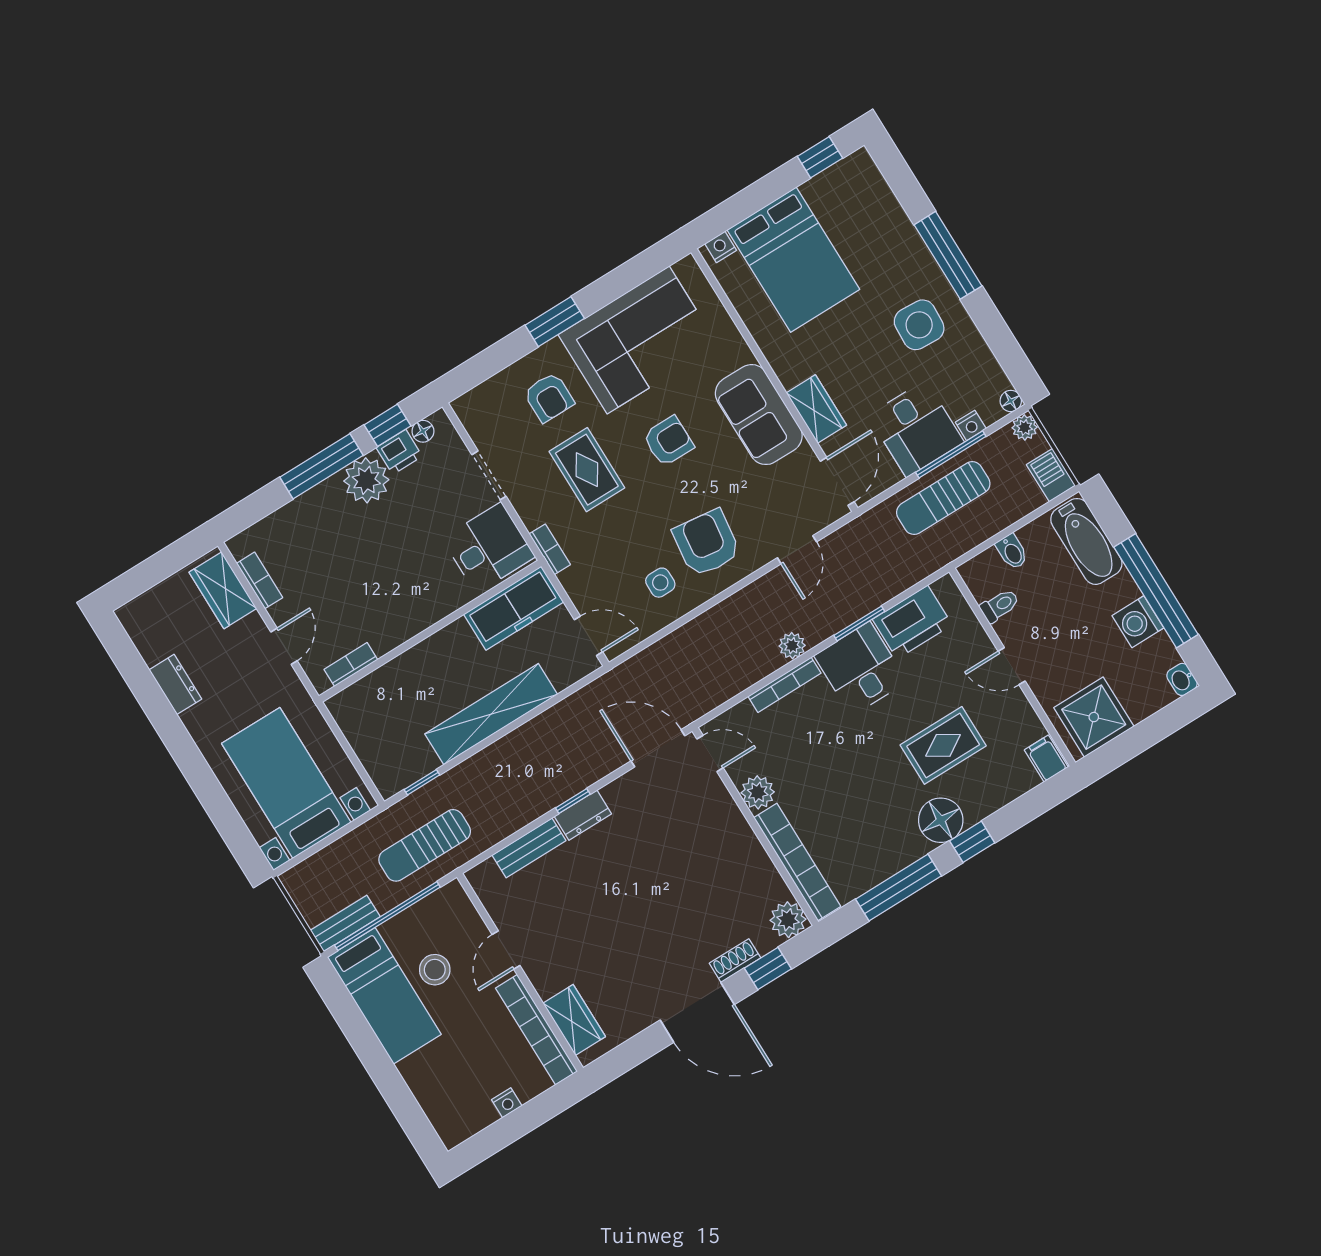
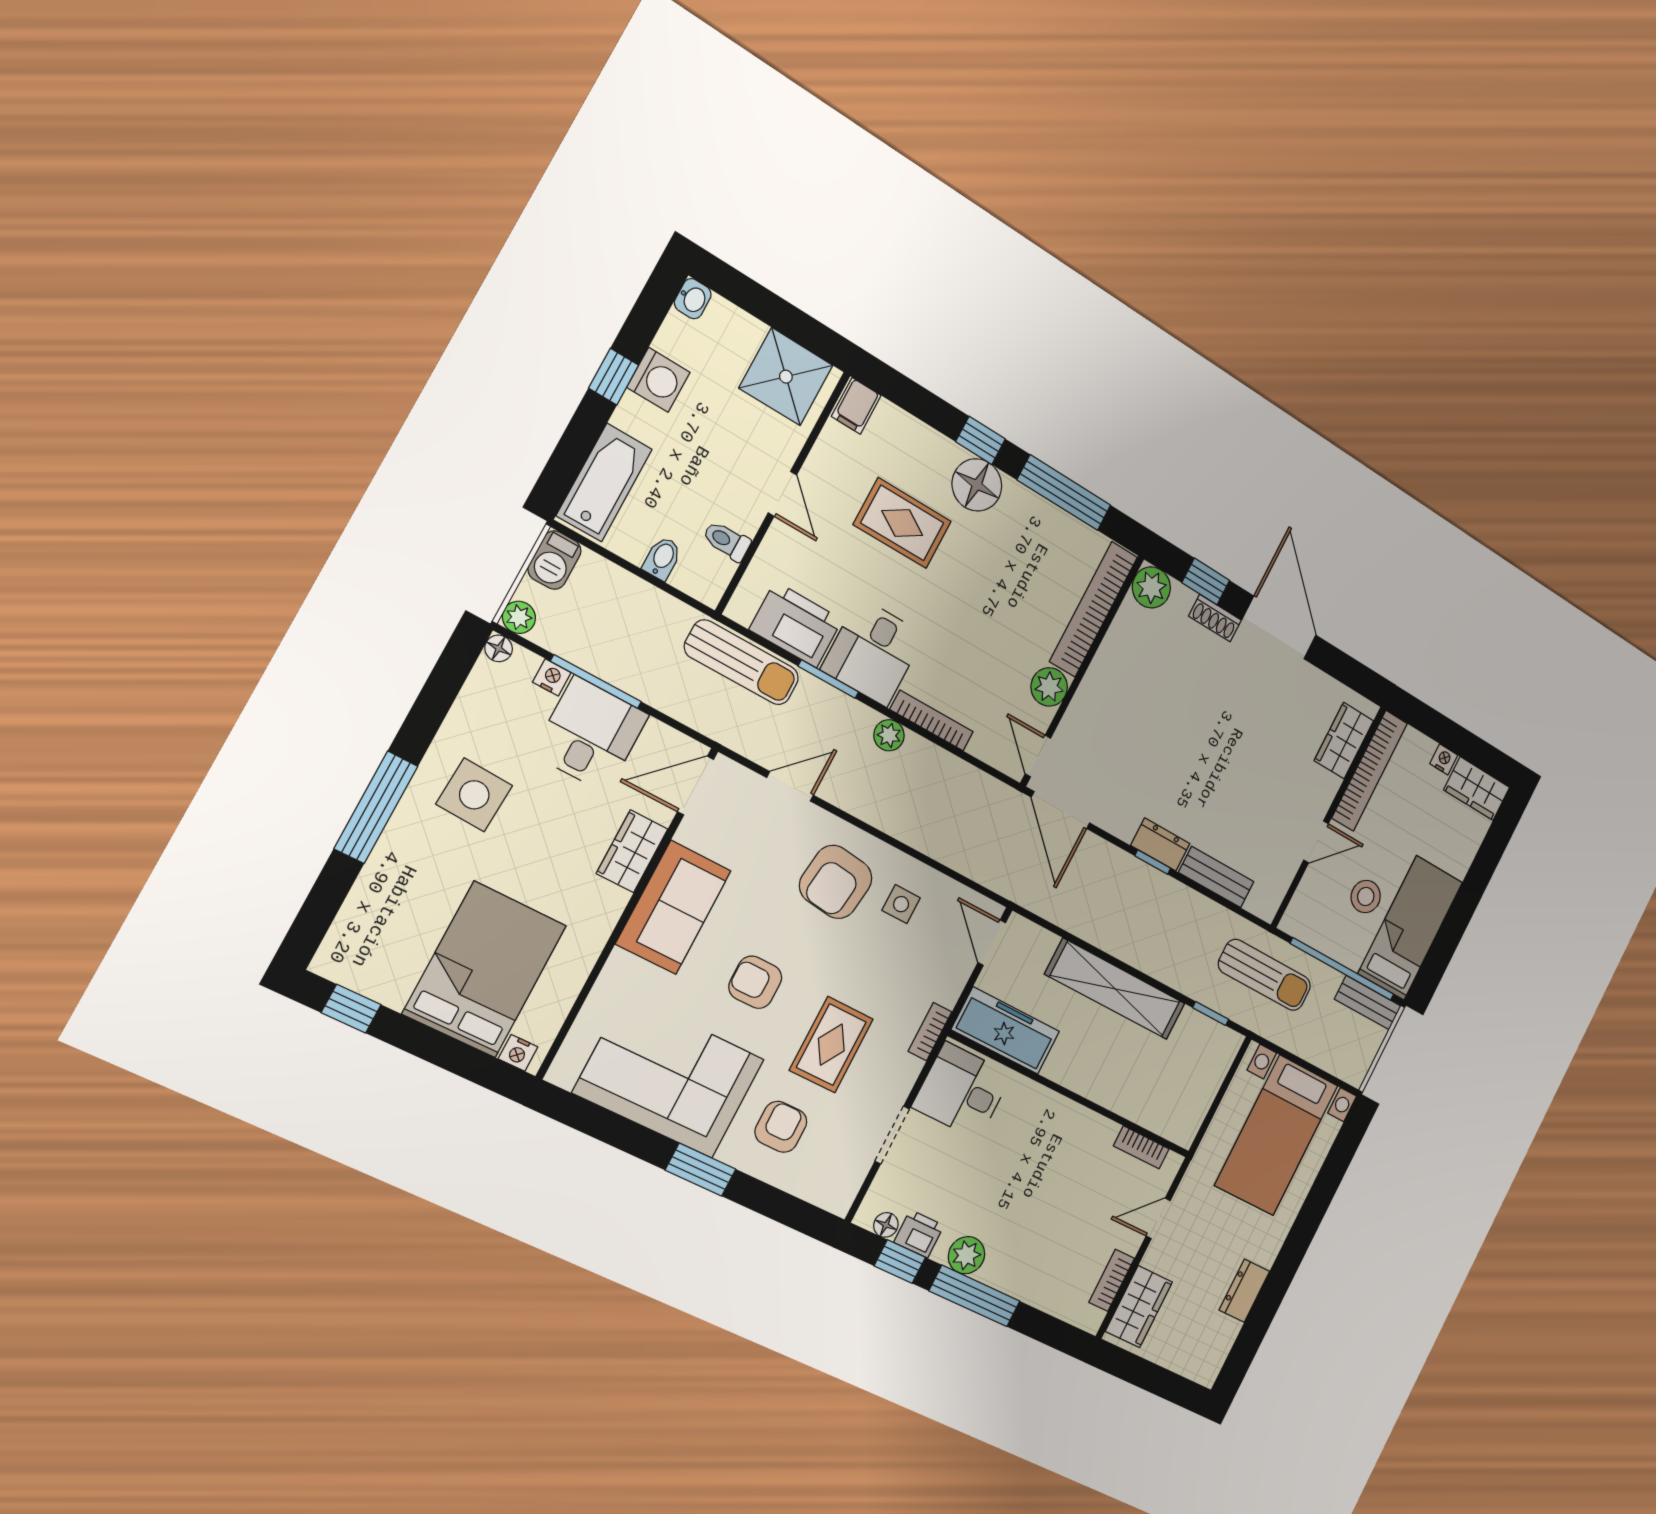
plant: (366, 480) -> (966, 1255), width x0.73, depth x0.73
sun lounger: (943, 498) -> (742, 662), moved
window: (1156, 591) -> (614, 377), width x0.32
wardrobe: (465, 1120) -> (1477, 789), added

